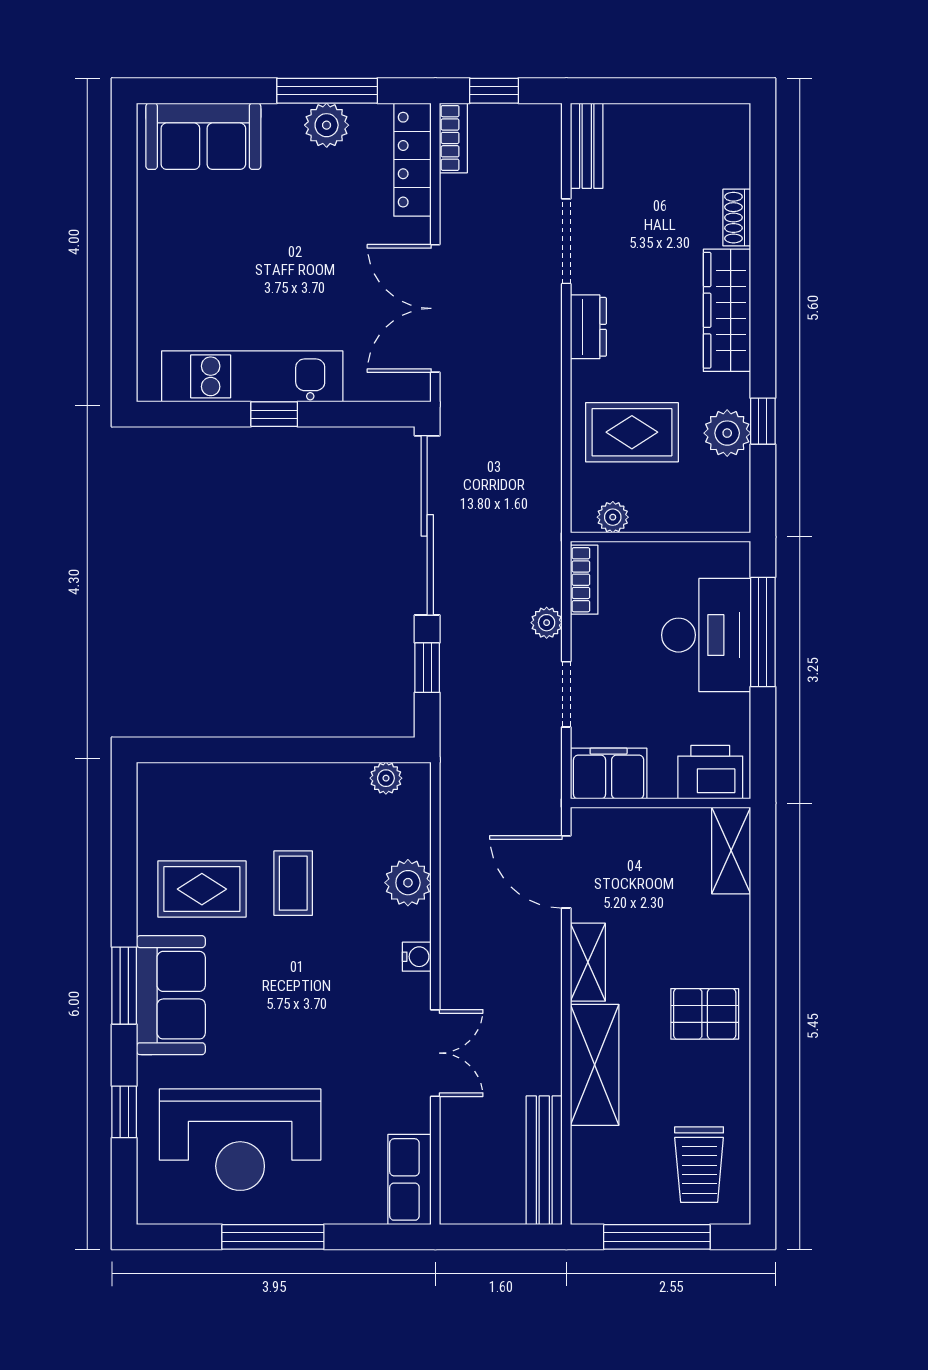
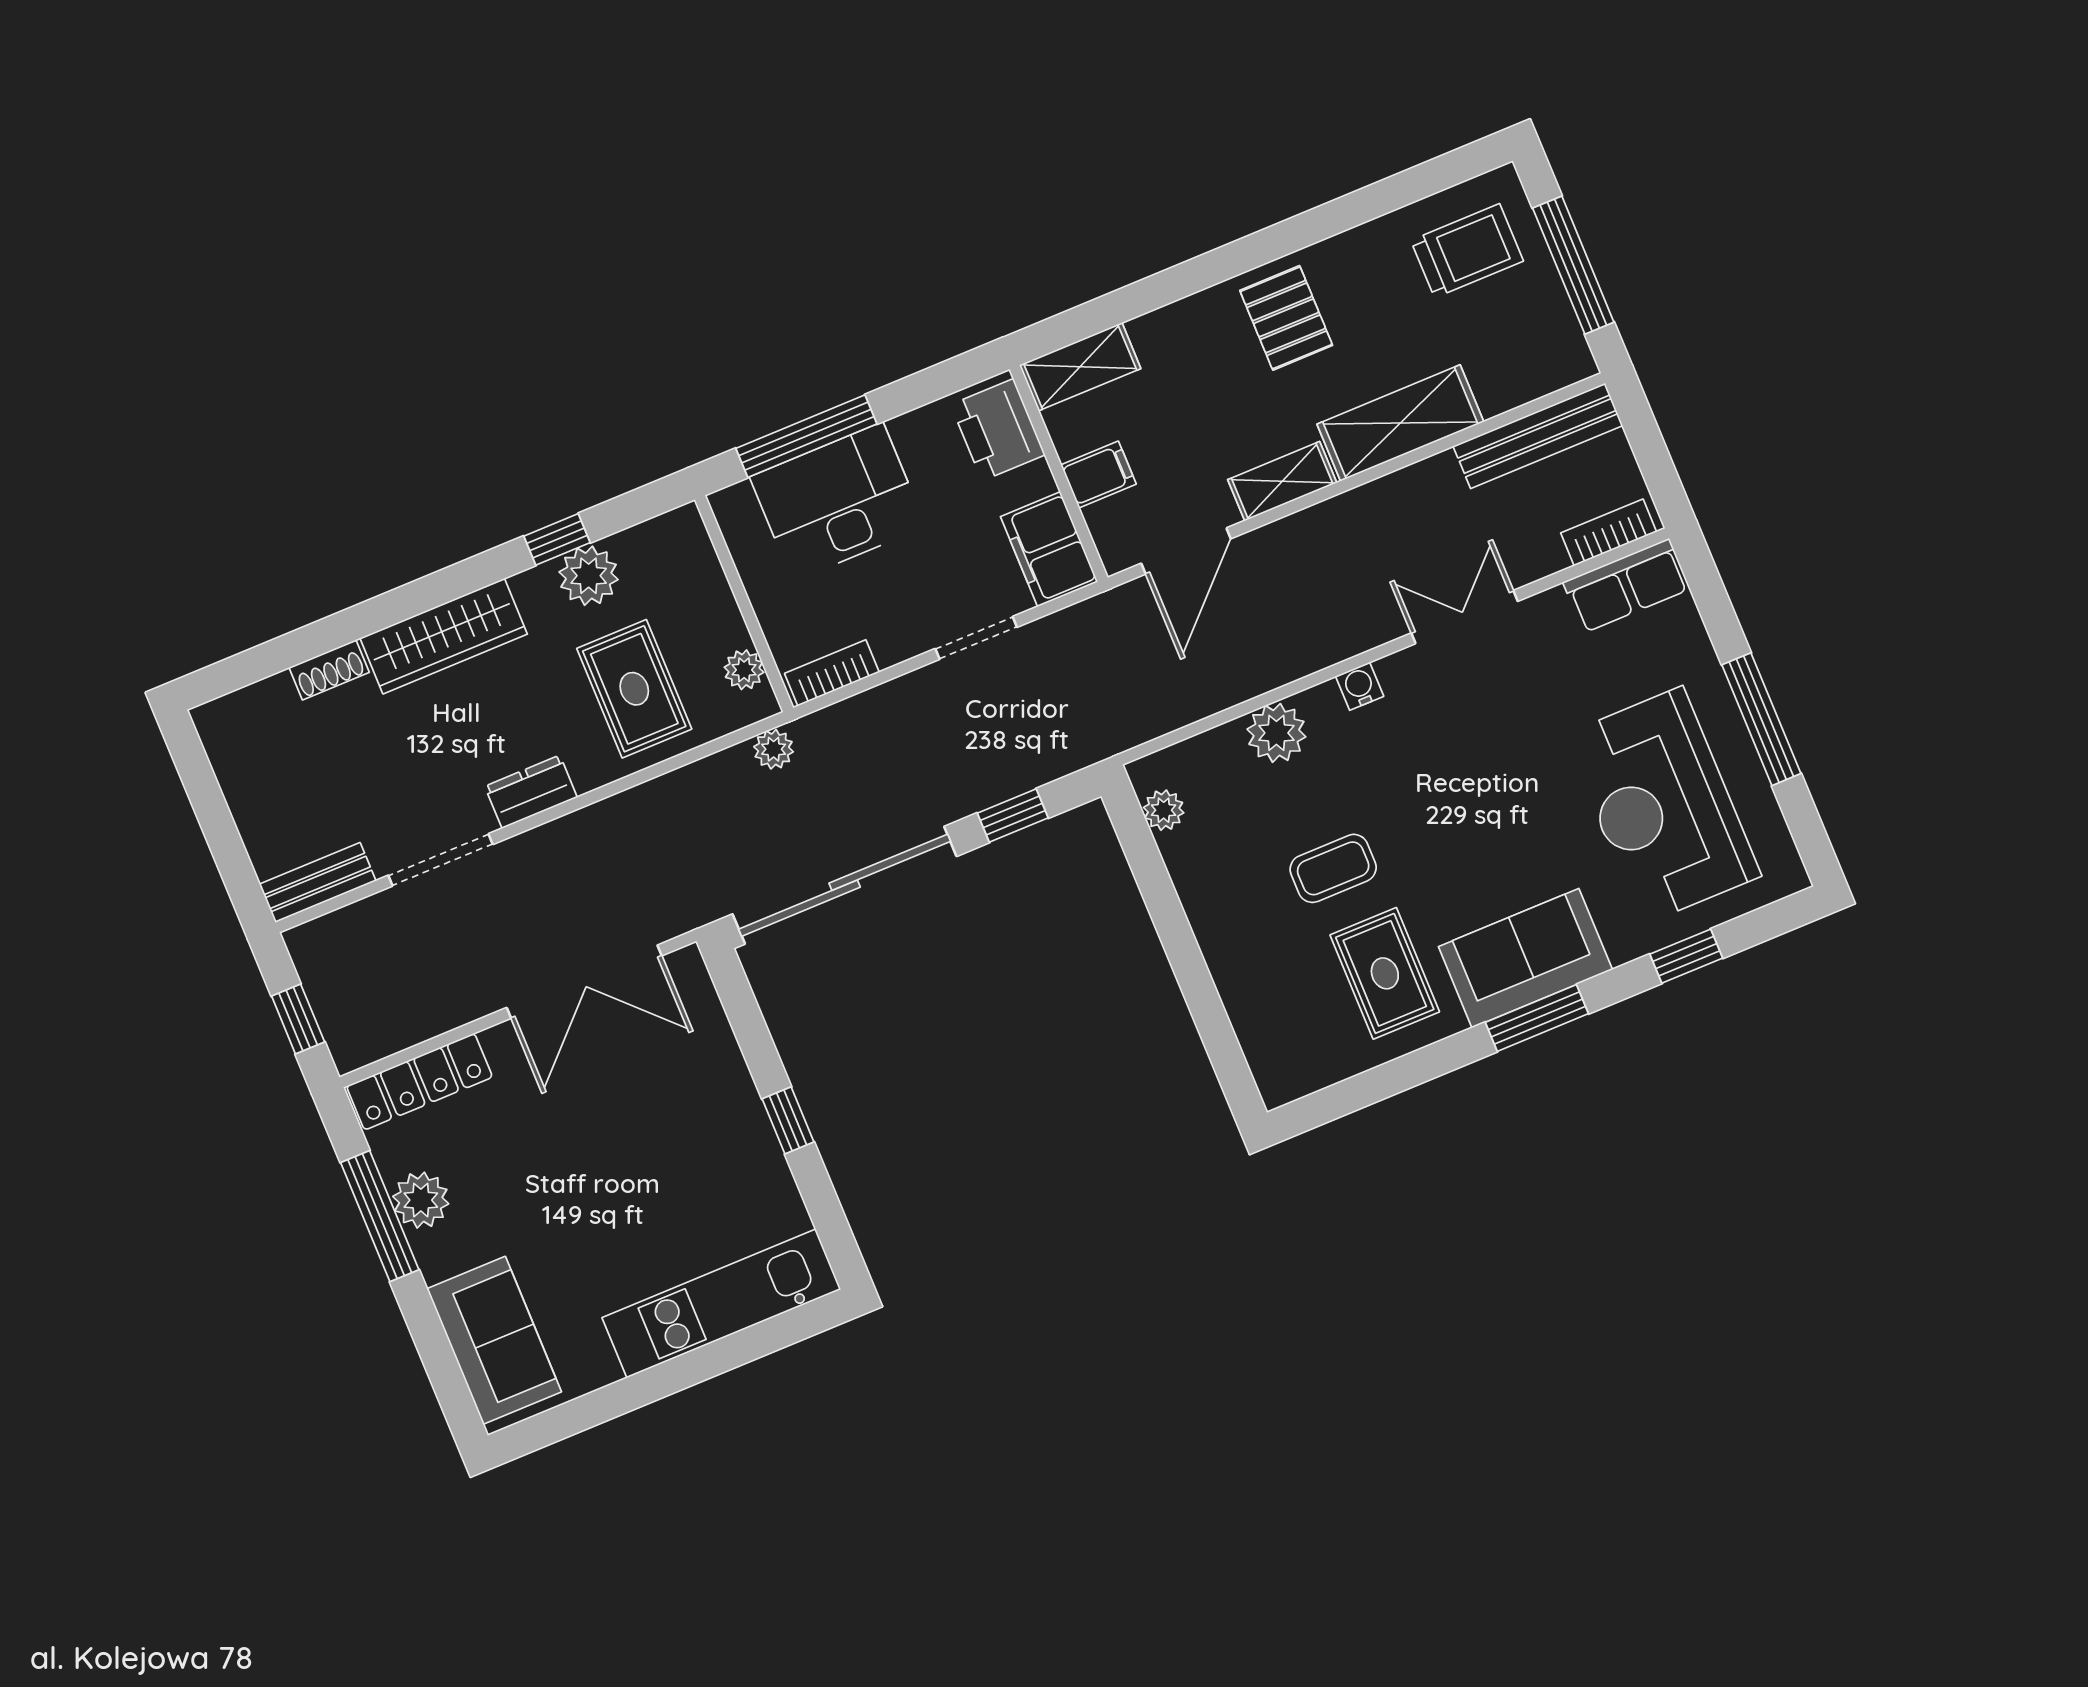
bookcase: (453, 138) -> (1609, 532), moved
kitchen unit: (252, 376) -> (721, 1303), moved, turned 90
plant: (547, 623) -> (774, 749), moved
filing cabinet: (648, 832) -> (1098, 474), added
reception desk: (240, 1140) -> (1662, 805), turned 180

